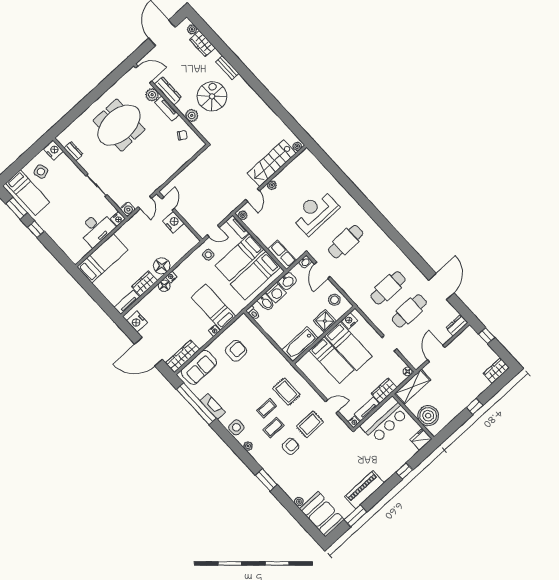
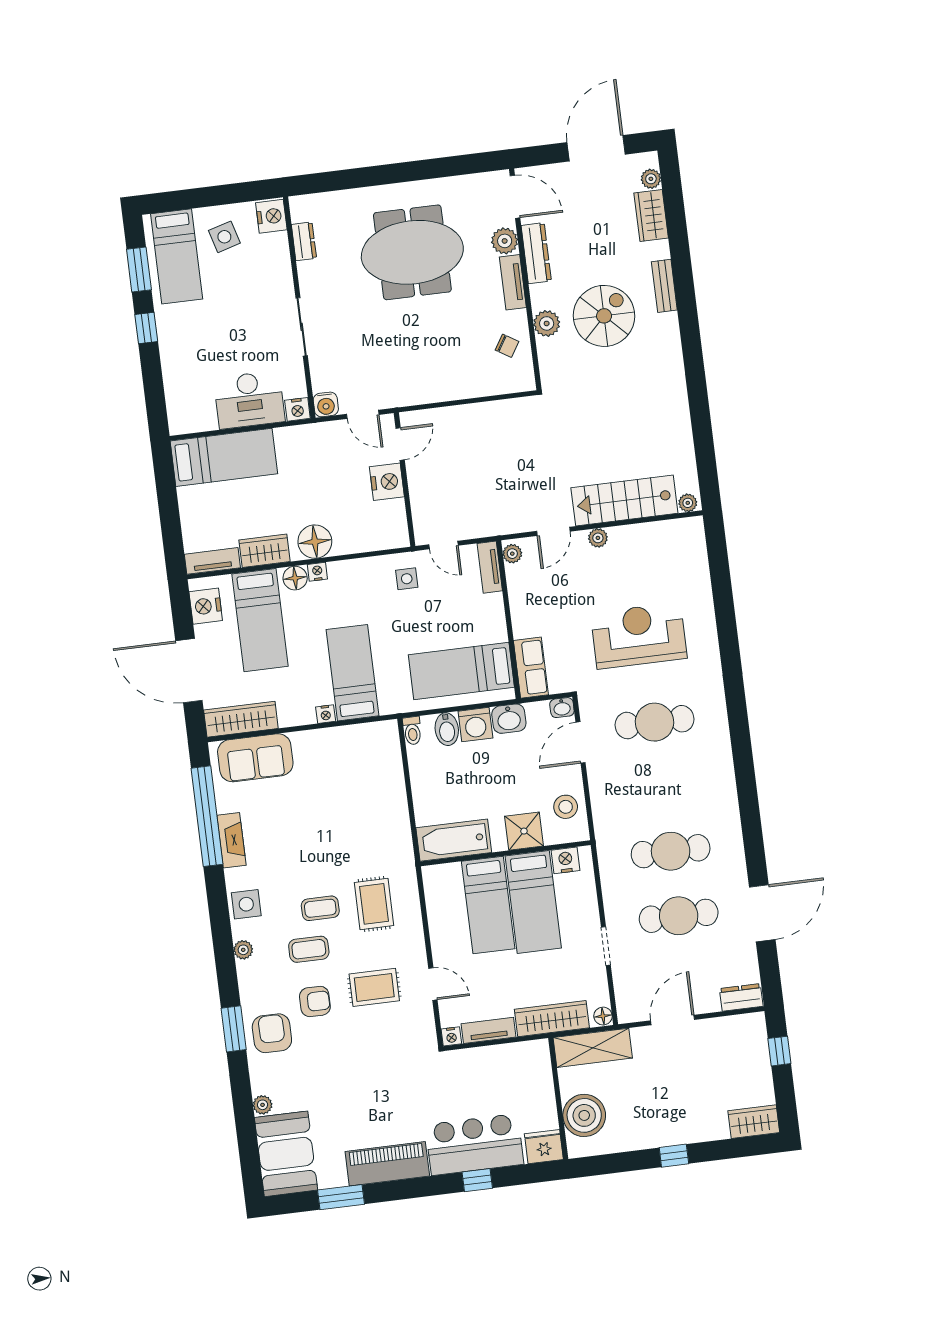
door: (145, 203) -> (363, 414), hinge flipped
bed: (240, 257) -> (260, 620), moved, turned -90
armchair: (236, 351) -> (272, 1033), moved, turned -90
wardrobe: (384, 391) -> (552, 1019), width x1.50
bar counter: (384, 420) -> (475, 1145), moved, turned 180

